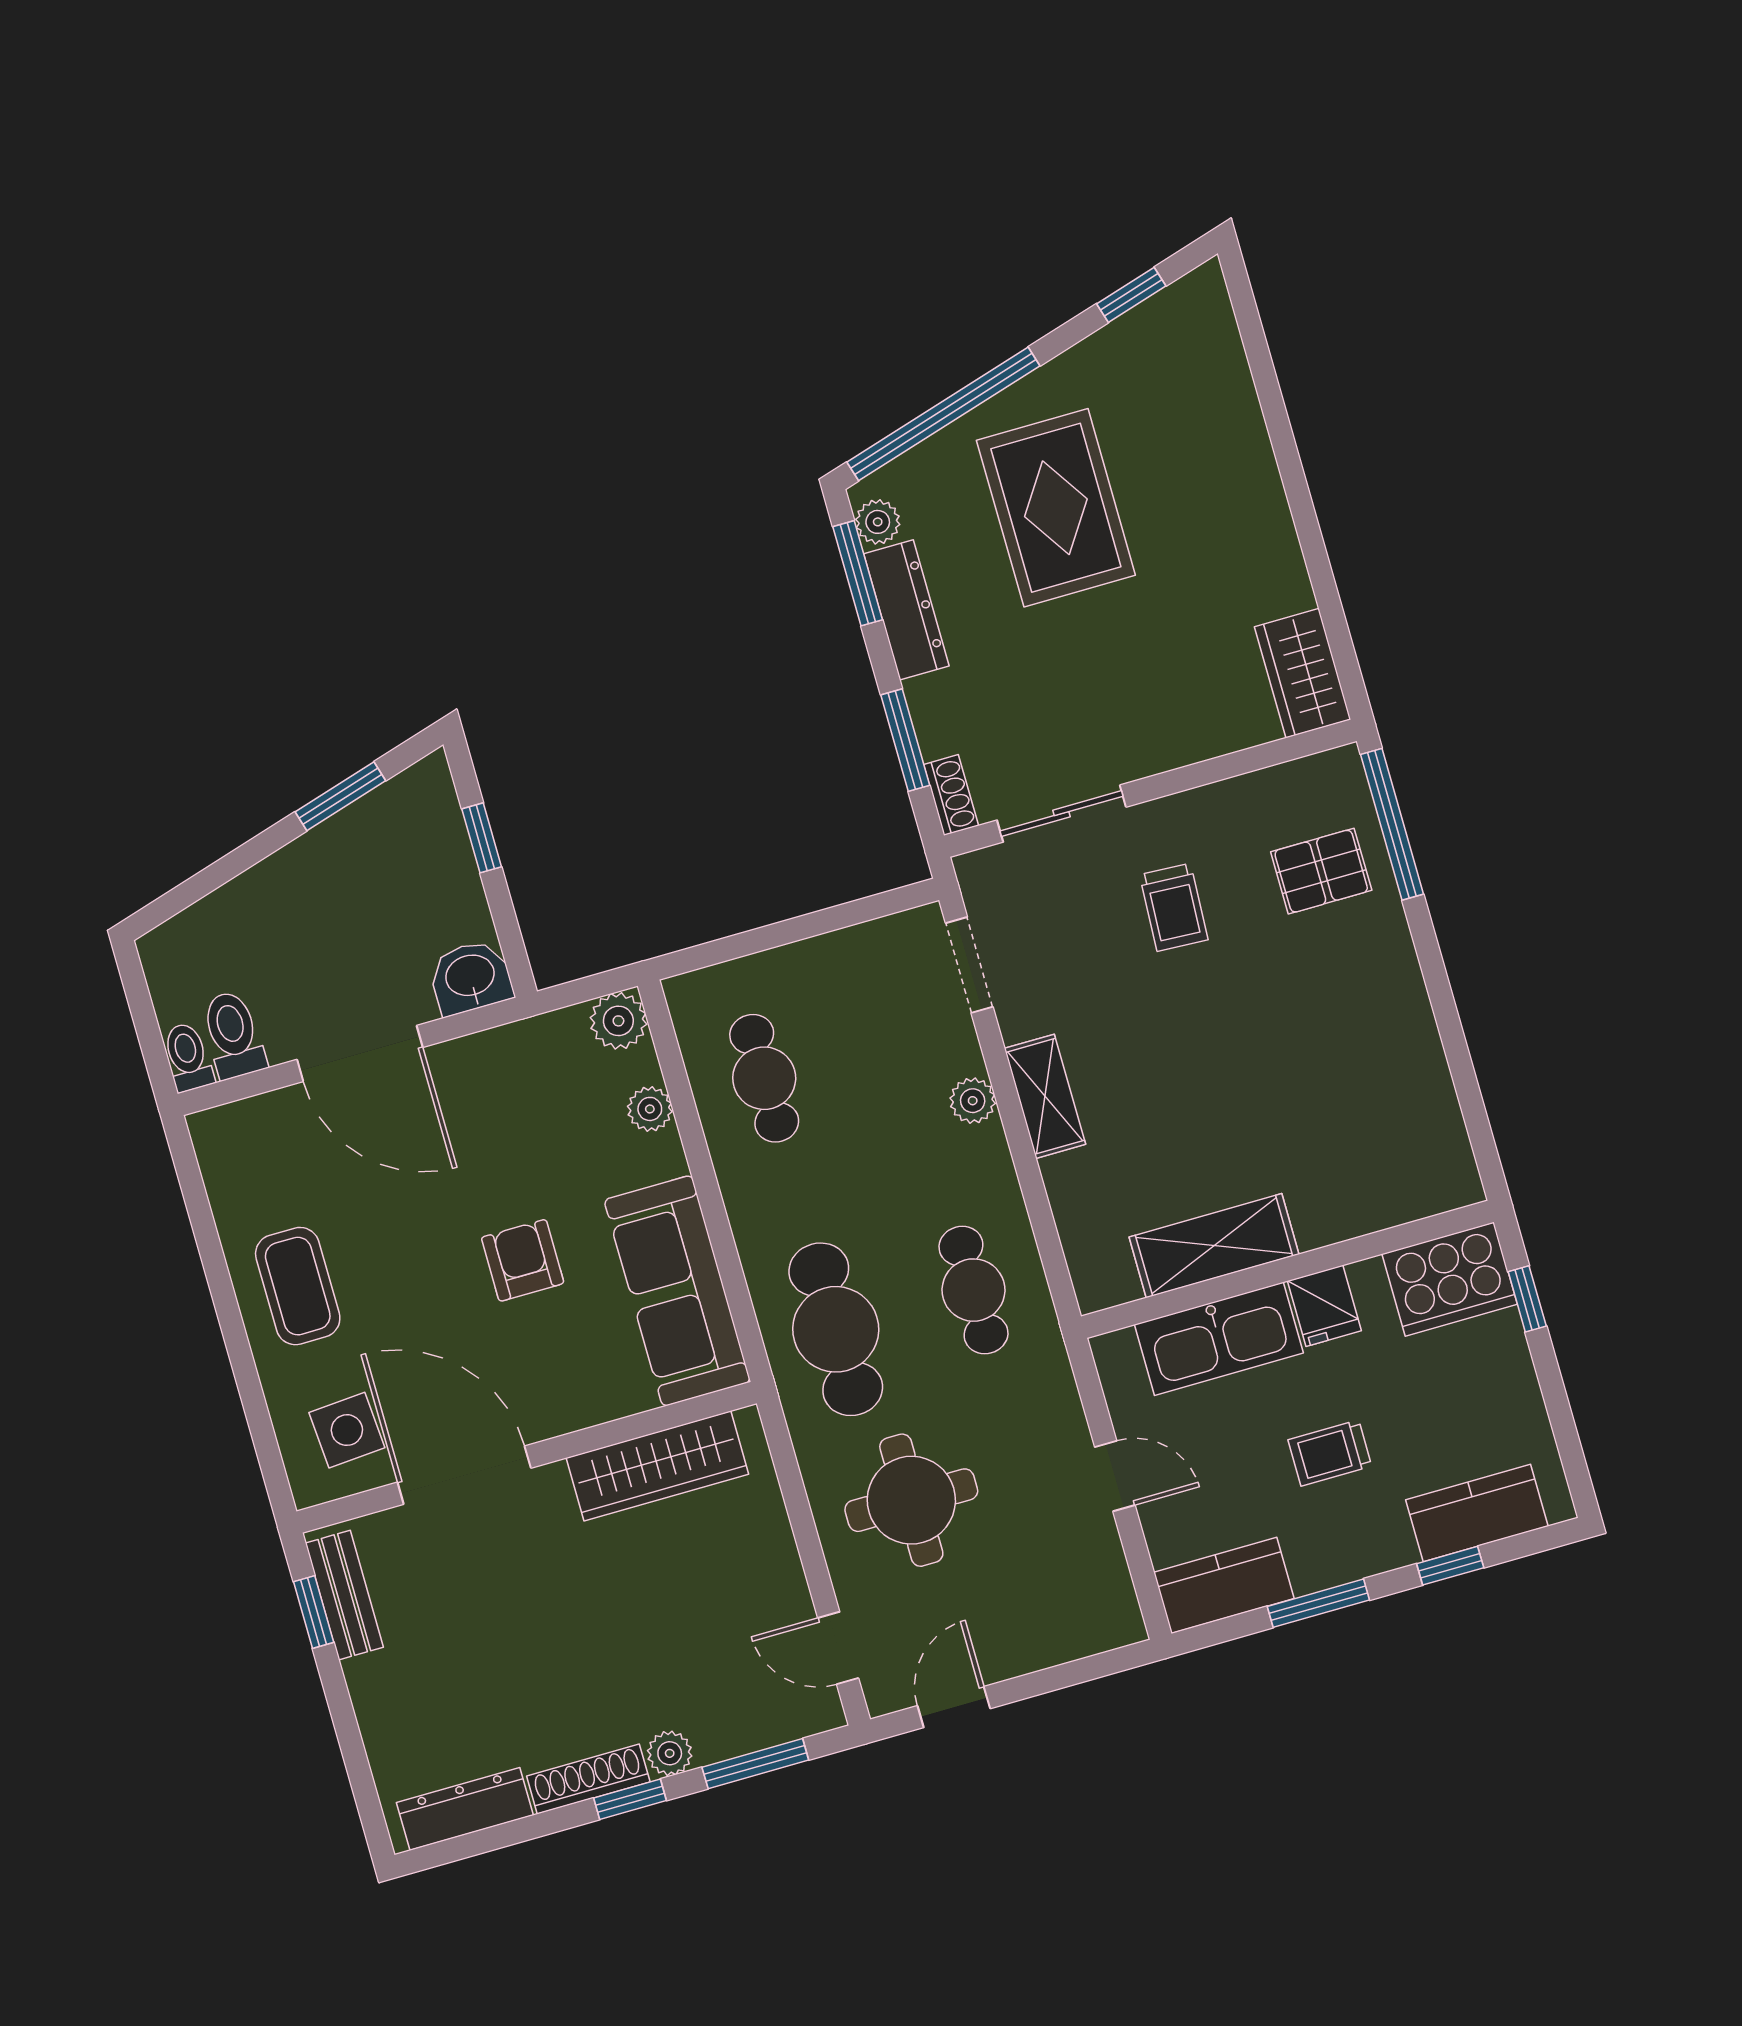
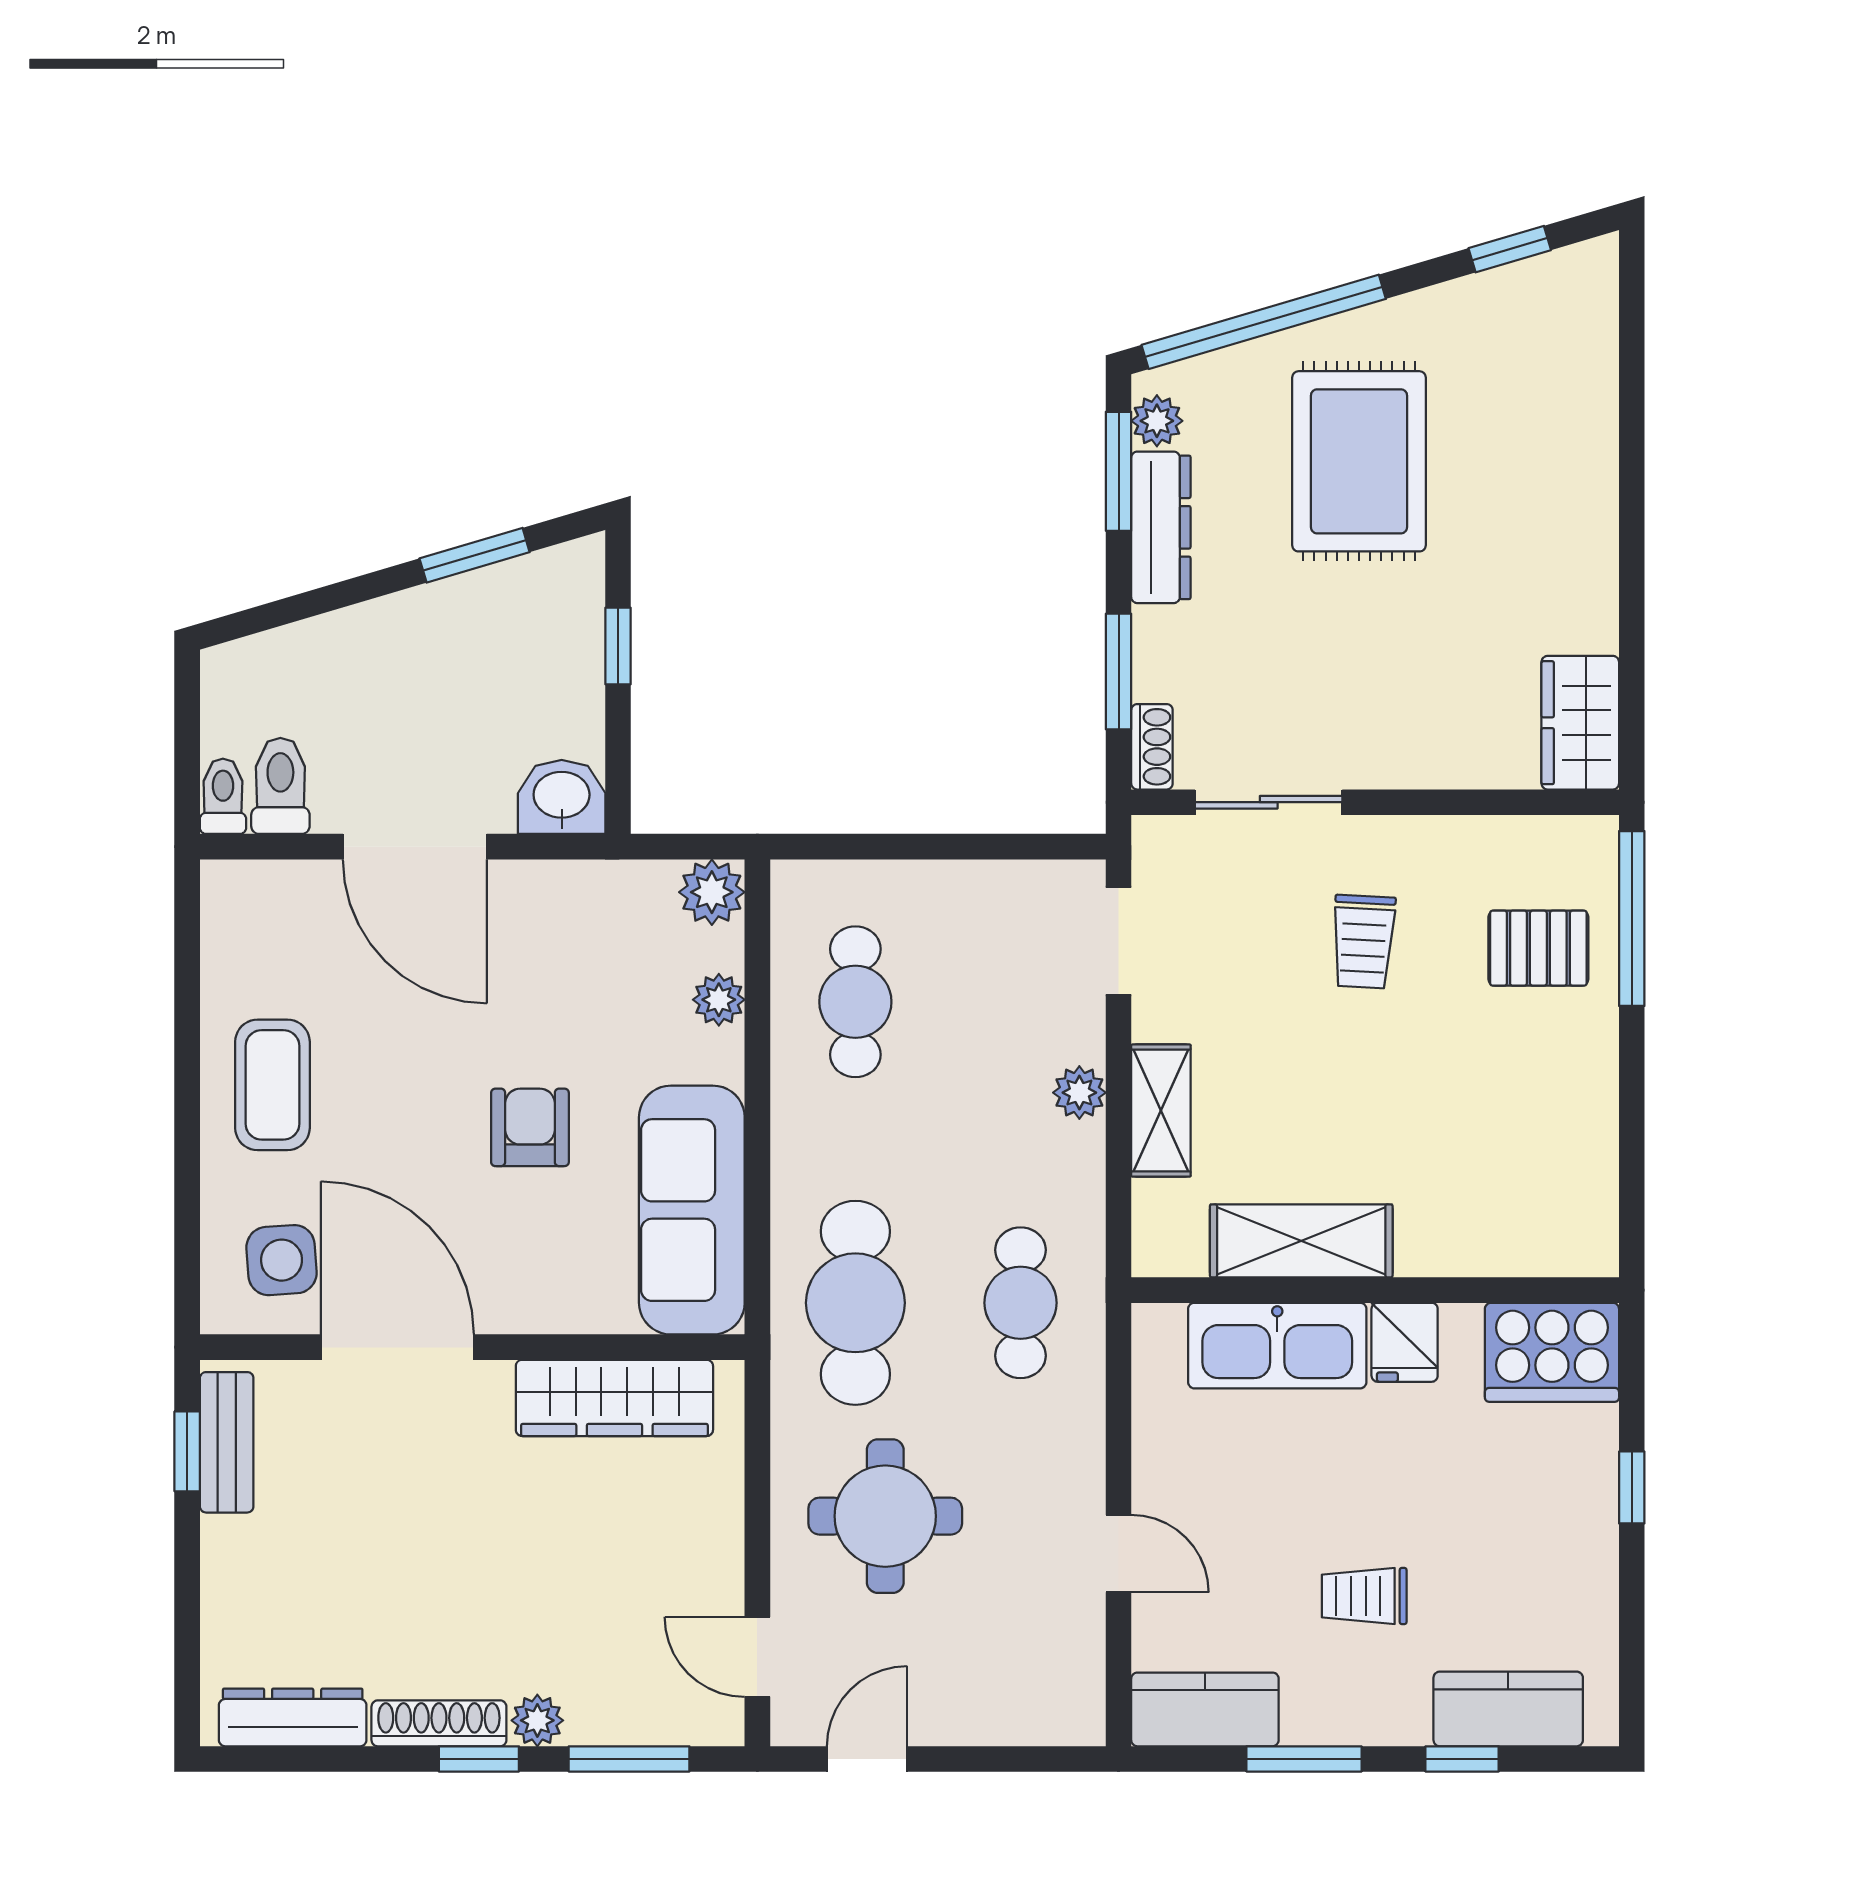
shelving: (1214, 1246) -> (1301, 1241), moved
wall: (1287, 1269) -> (1375, 1290), moved
cooker: (1450, 1279) -> (1552, 1352), moved
fridge: (1324, 1306) -> (1405, 1342), moved
kitchen sink: (1219, 1339) -> (1277, 1346), moved

